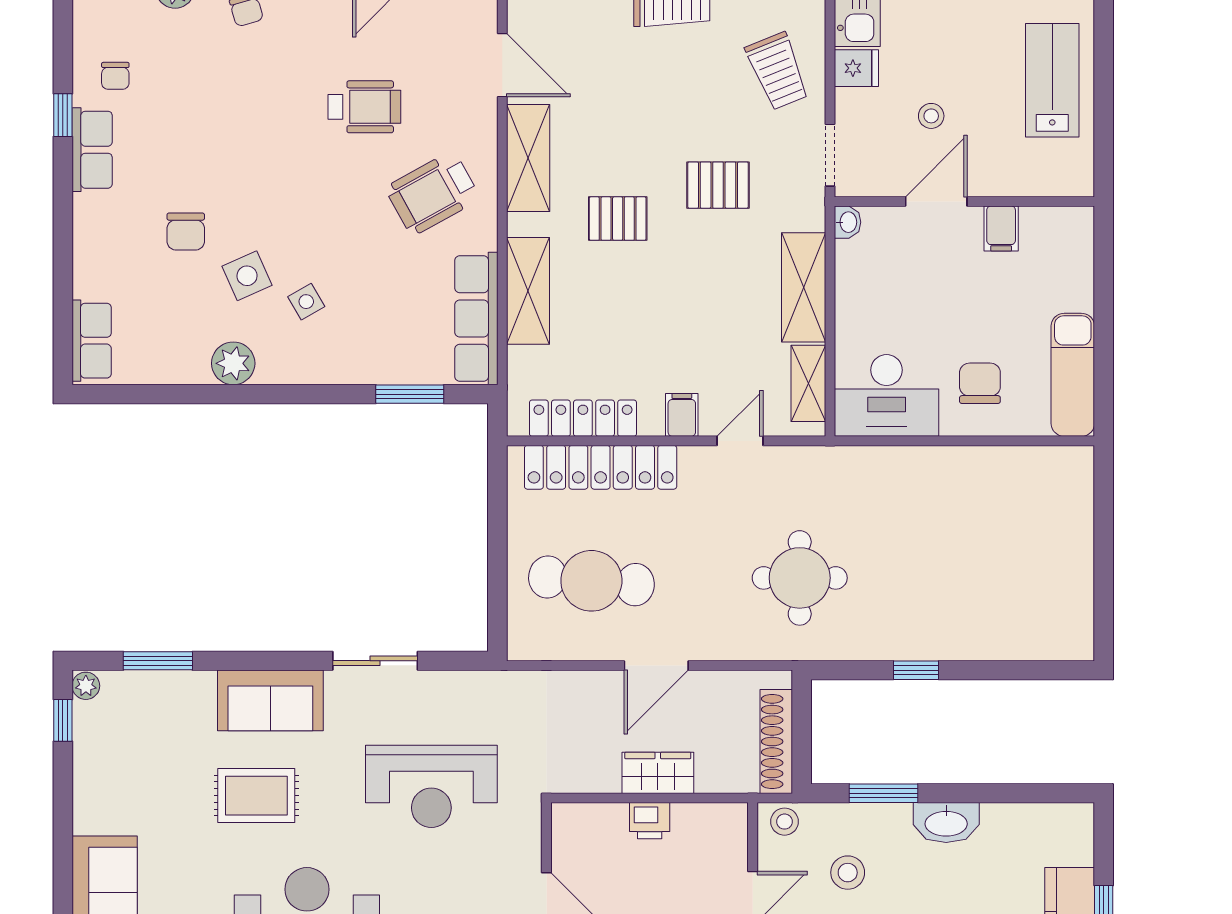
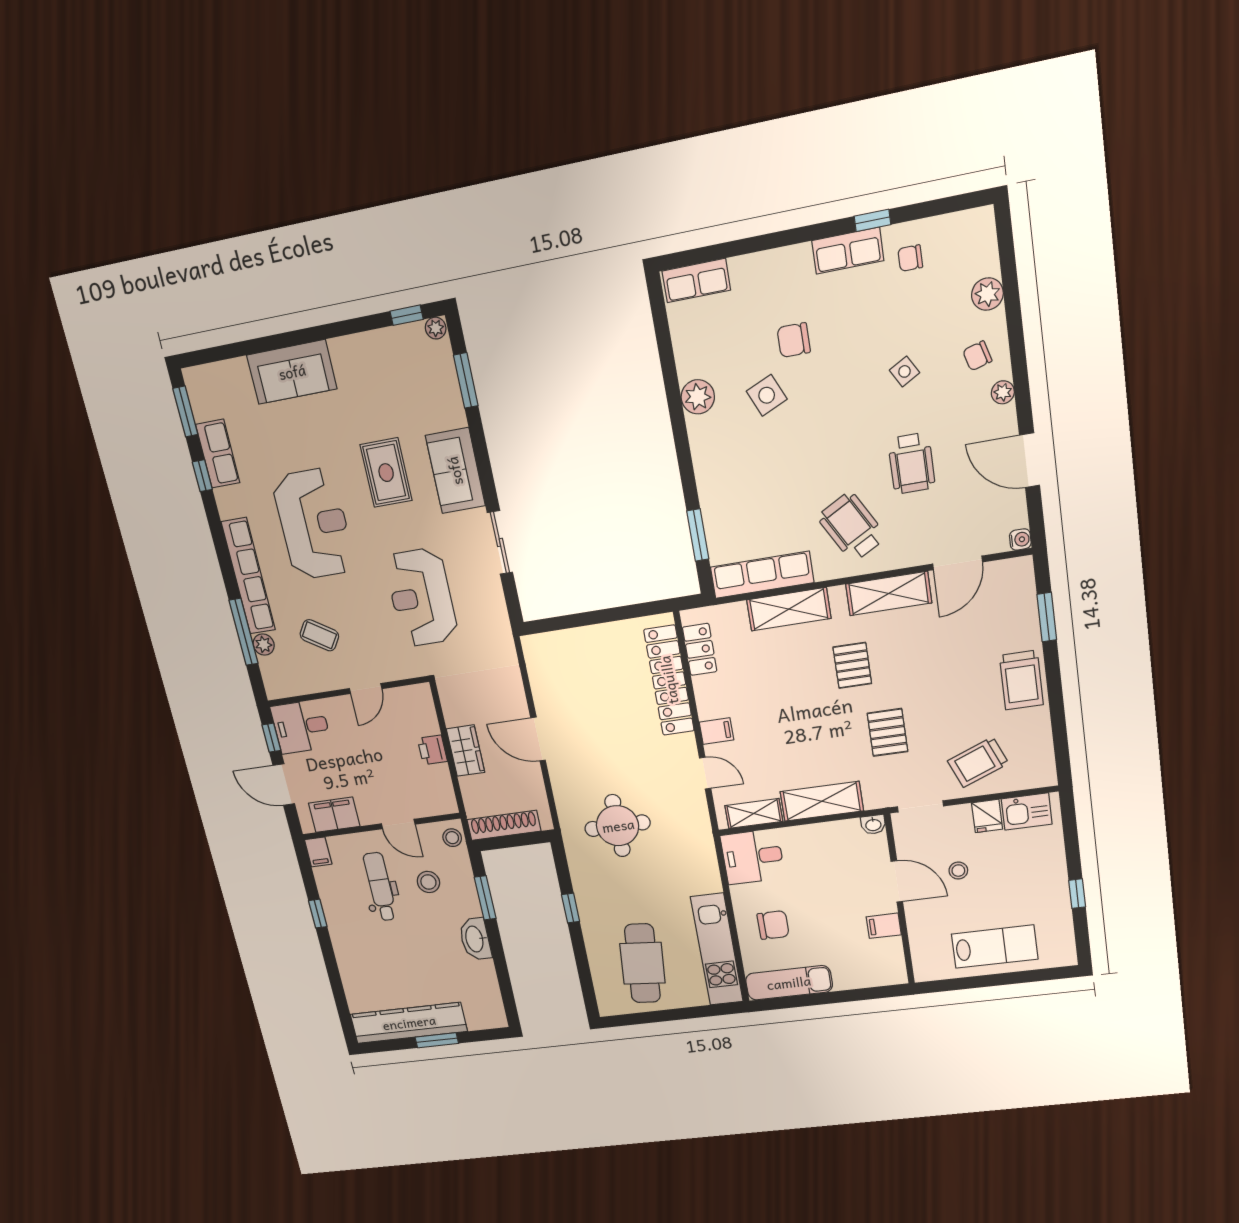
side table: (306, 302) -> (904, 371), moved
desk: (887, 395) -> (753, 857), width x0.73
locker: (583, 418) -> (700, 649), width x0.66
kitchen unit: (1008, 470) -> (717, 949), added
cafe table: (591, 581) -> (642, 963), moved

